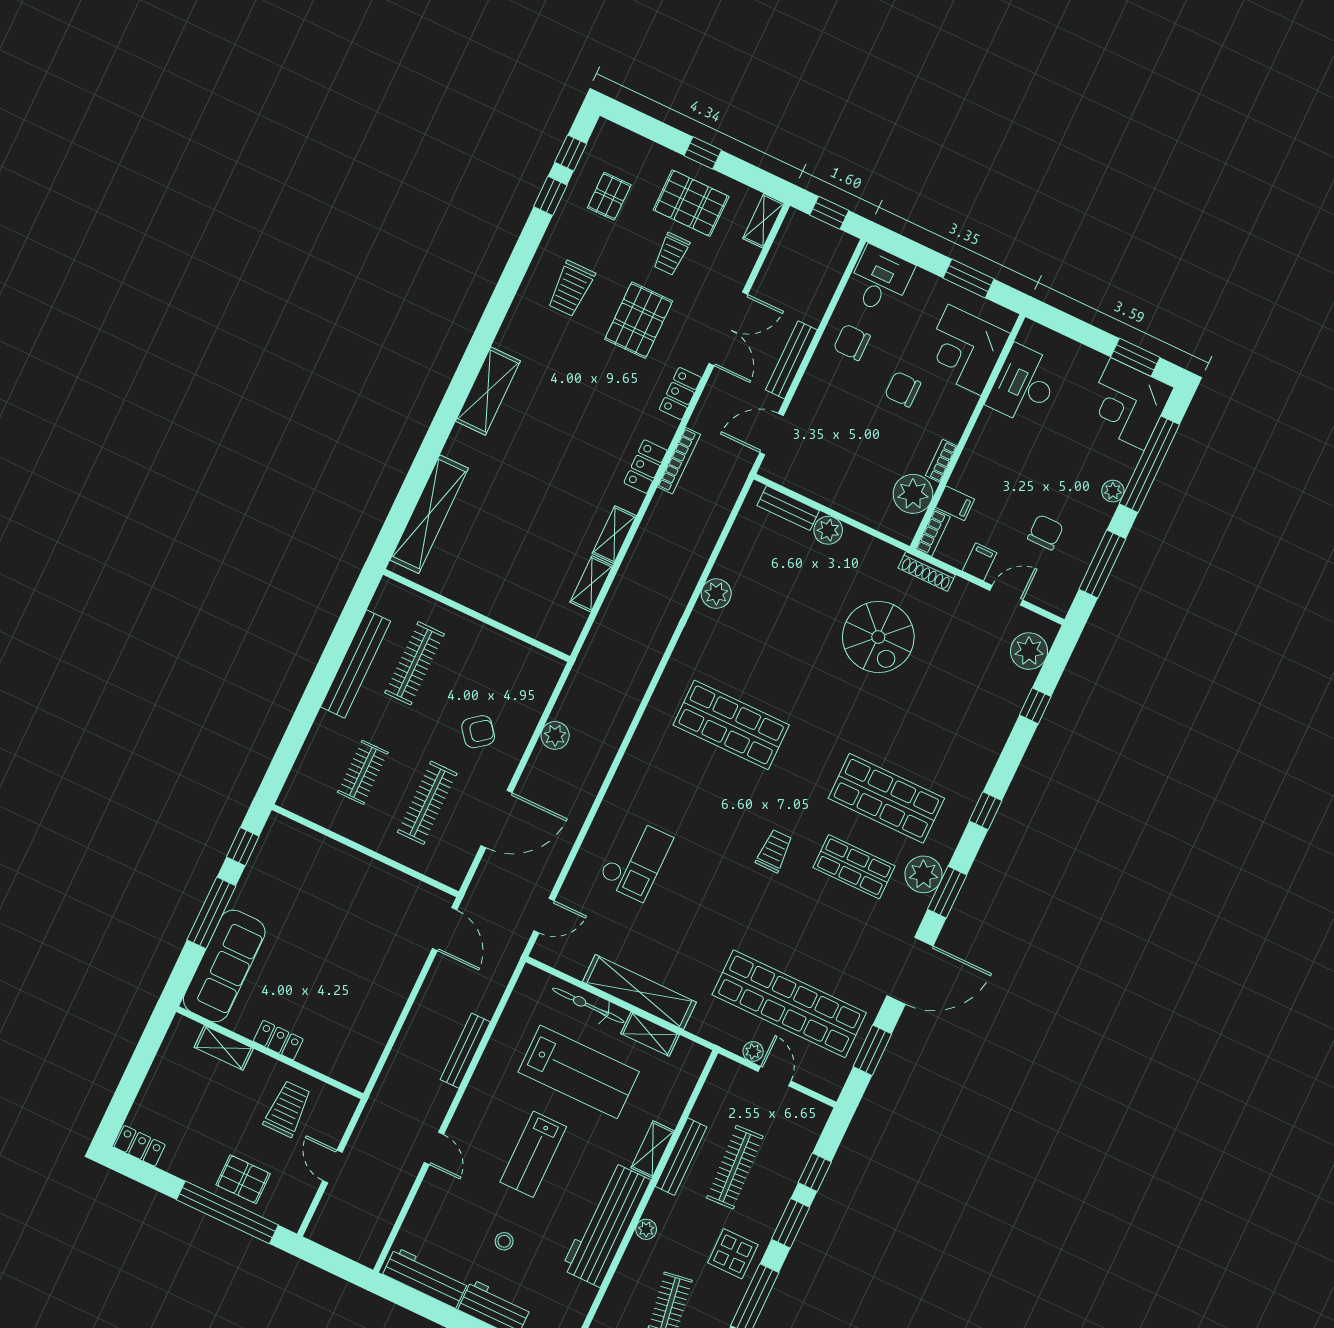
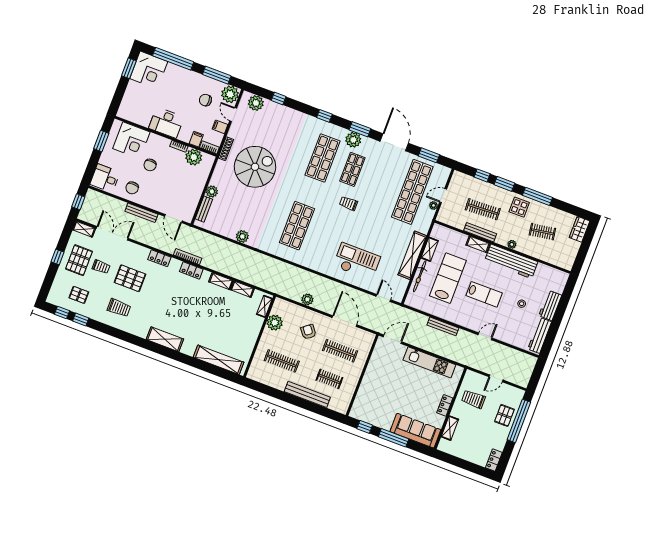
double door: (728, 329) -> (112, 233), moved
desk: (1024, 385) -> (166, 123), moved
plant: (1113, 491) -> (230, 94), moved, width x1.88, depth x1.88
shelving: (546, 633) -> (264, 306), added
spiral stairs: (878, 637) -> (255, 167), width x1.37, depth x1.37
plant: (506, 654) -> (275, 323), added
bench: (355, 664) -> (307, 394), moved
checkout: (636, 860) -> (357, 261), width x1.36, depth x1.21
kitchen unit: (383, 1012) -> (429, 362), added

